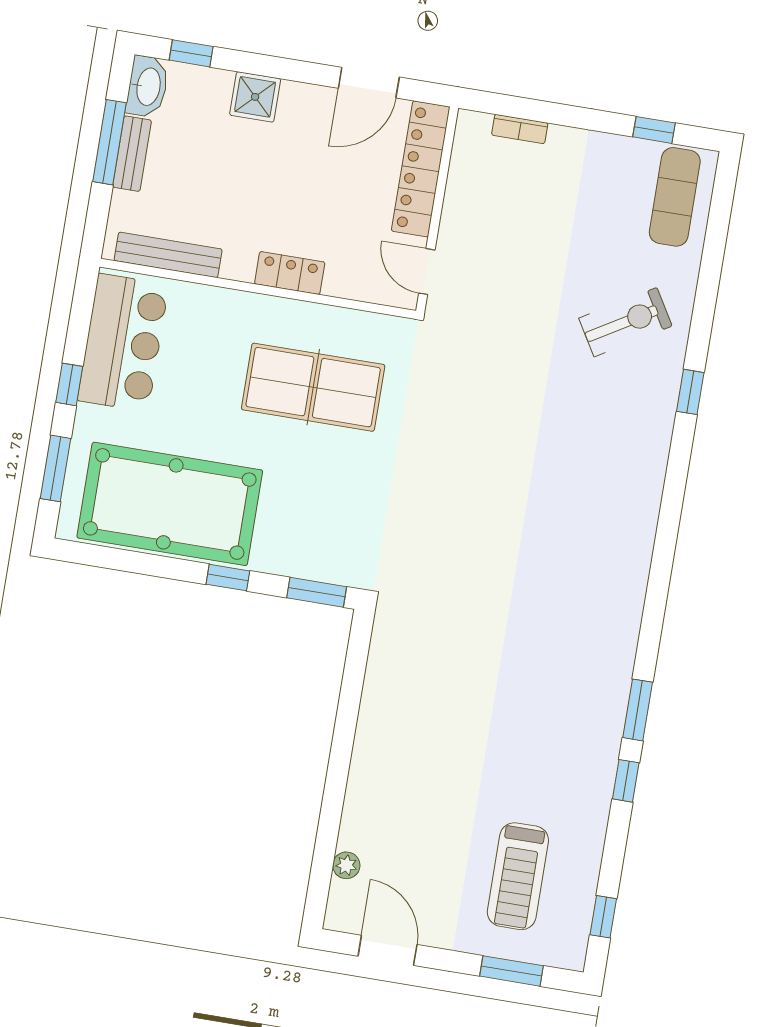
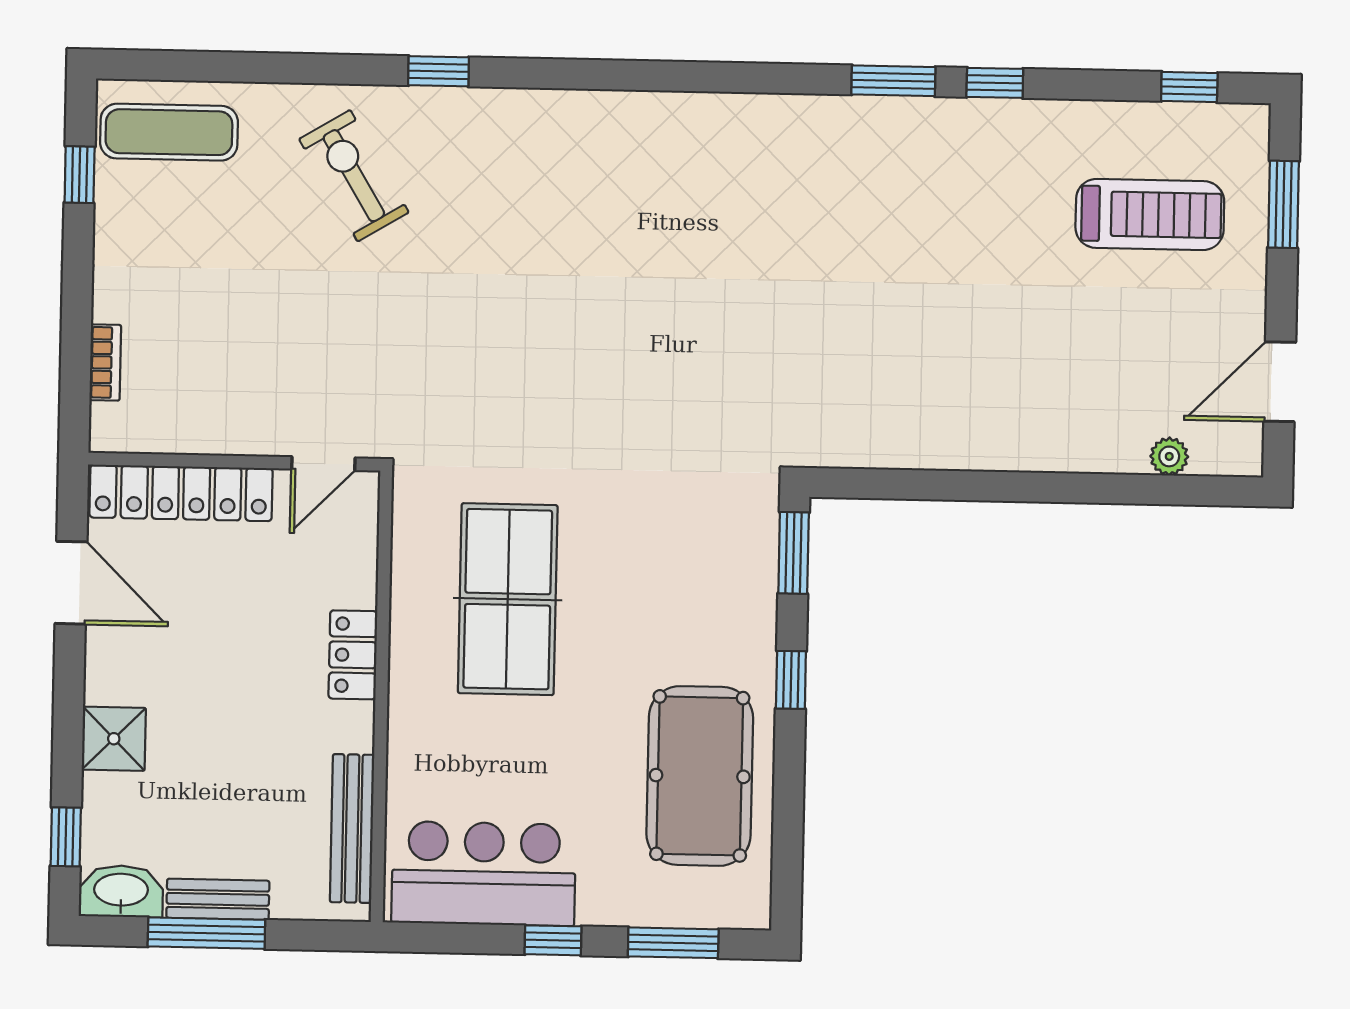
pool table: (170, 504) -> (700, 776), width x0.73, depth x0.76

